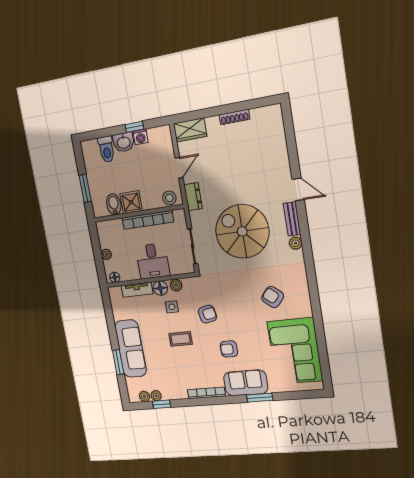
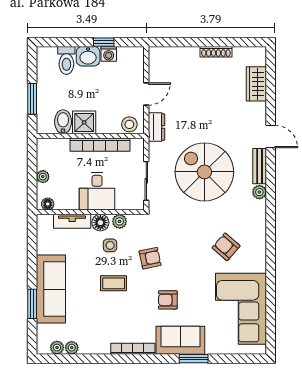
wardrobe: (190, 130) -> (256, 84), moved, turned 90
window: (162, 404) -> (76, 359), removed

